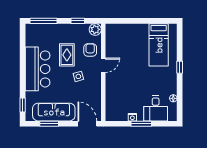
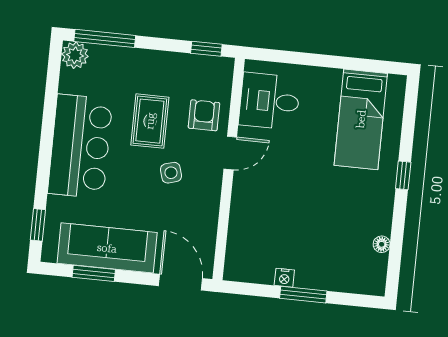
window: (78, 21) -> (206, 49), moved
plant: (95, 29) -> (75, 55), moved
desk: (156, 108) -> (270, 101), moved, turned 90

